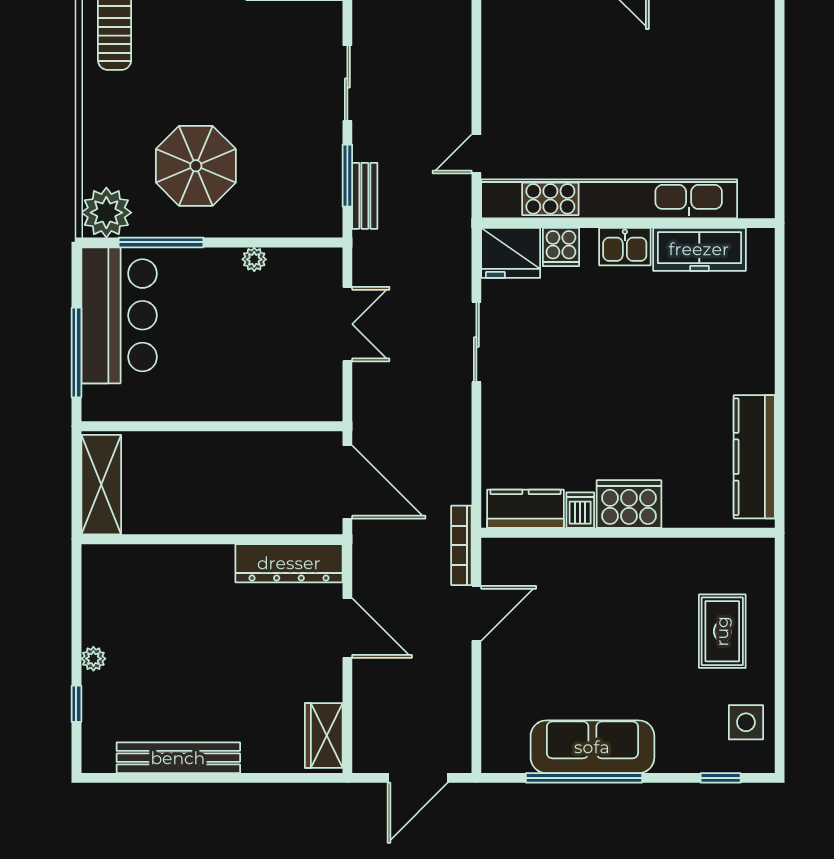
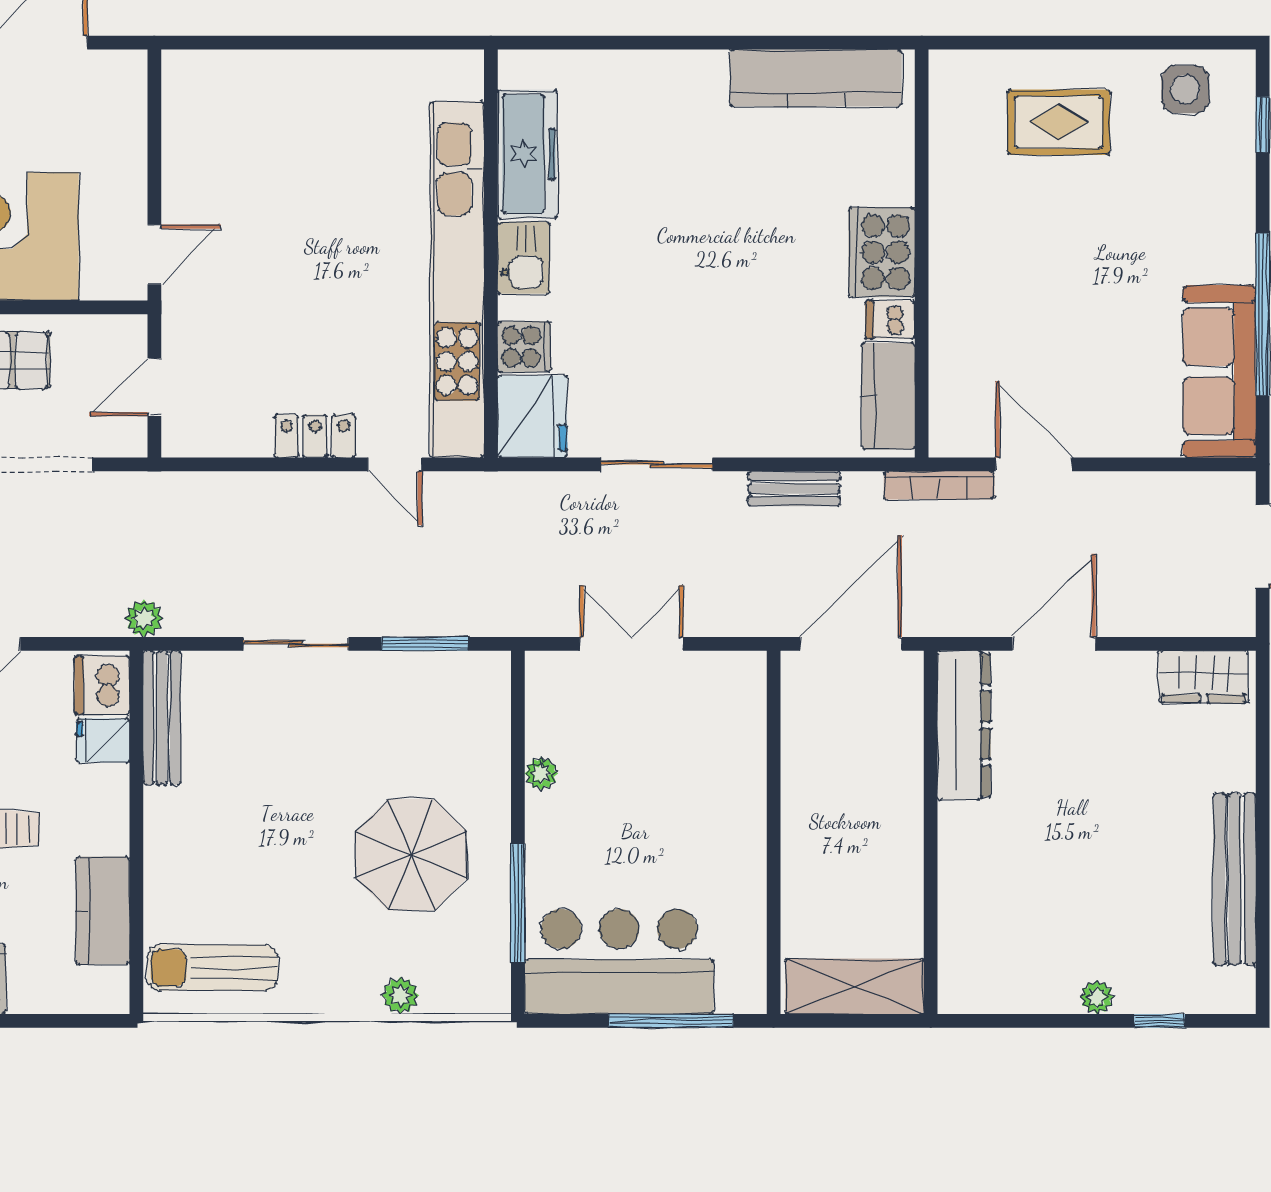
locker: (497, 97) -> (315, 436), added
bench: (365, 196) -> (794, 489), moved
plant: (106, 213) -> (400, 995), moved, width x0.53, depth x0.53
sofa: (592, 747) -> (1219, 371), moved

